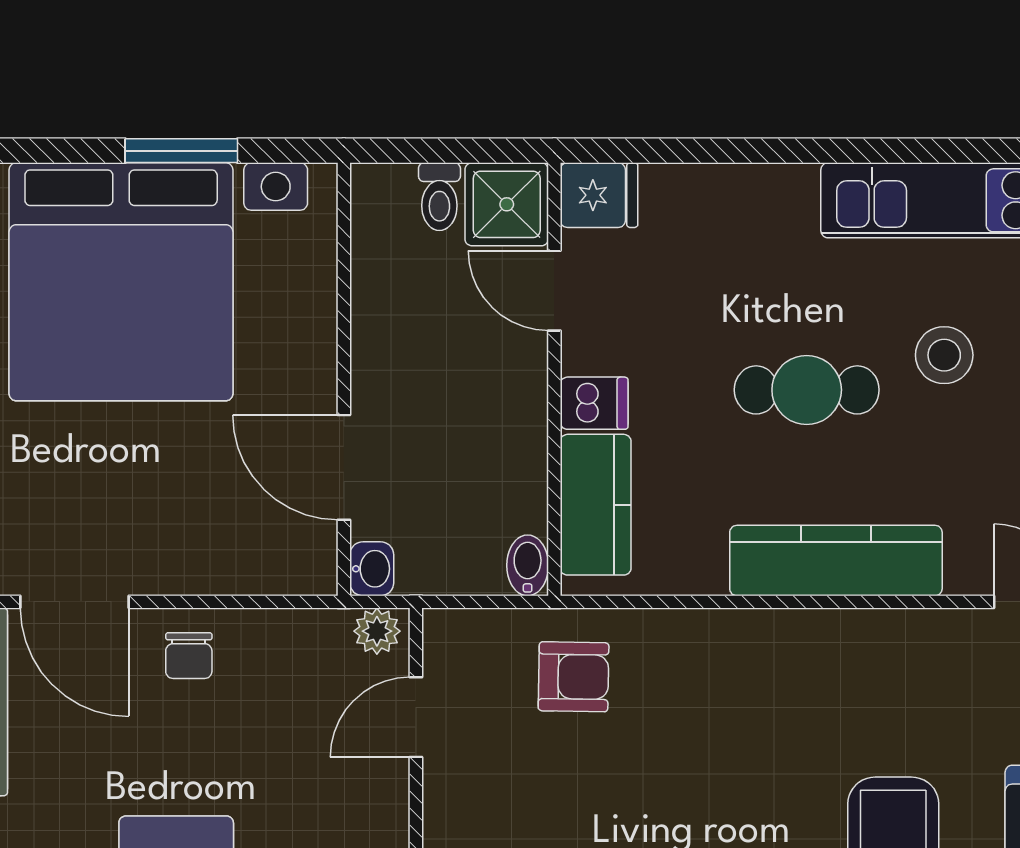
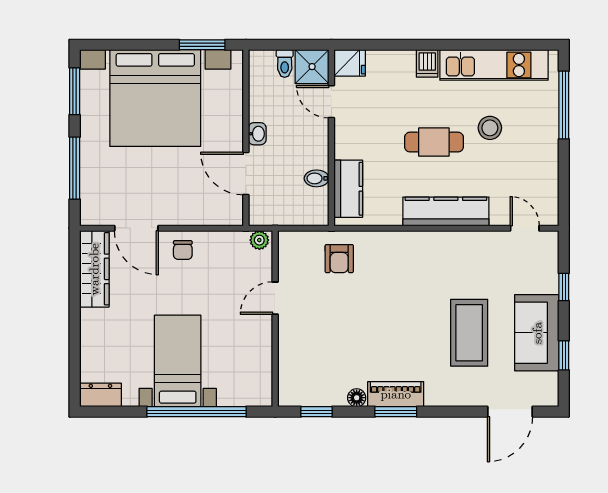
window: (181, 151) -> (202, 45), moved
dishwasher: (594, 403) -> (427, 63), moved, turned 90
bidet: (528, 565) -> (317, 178), moved, turned -90
washbasin: (372, 569) -> (257, 134), moved
armchair: (574, 677) -> (339, 259), turned 89
door: (416, 717) -> (275, 298), moved

